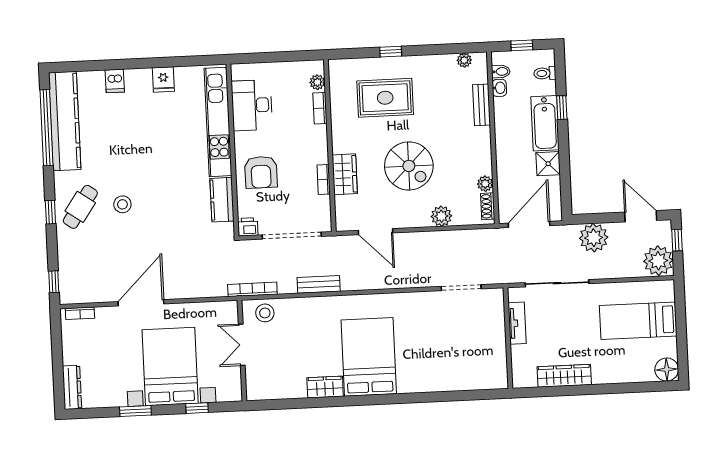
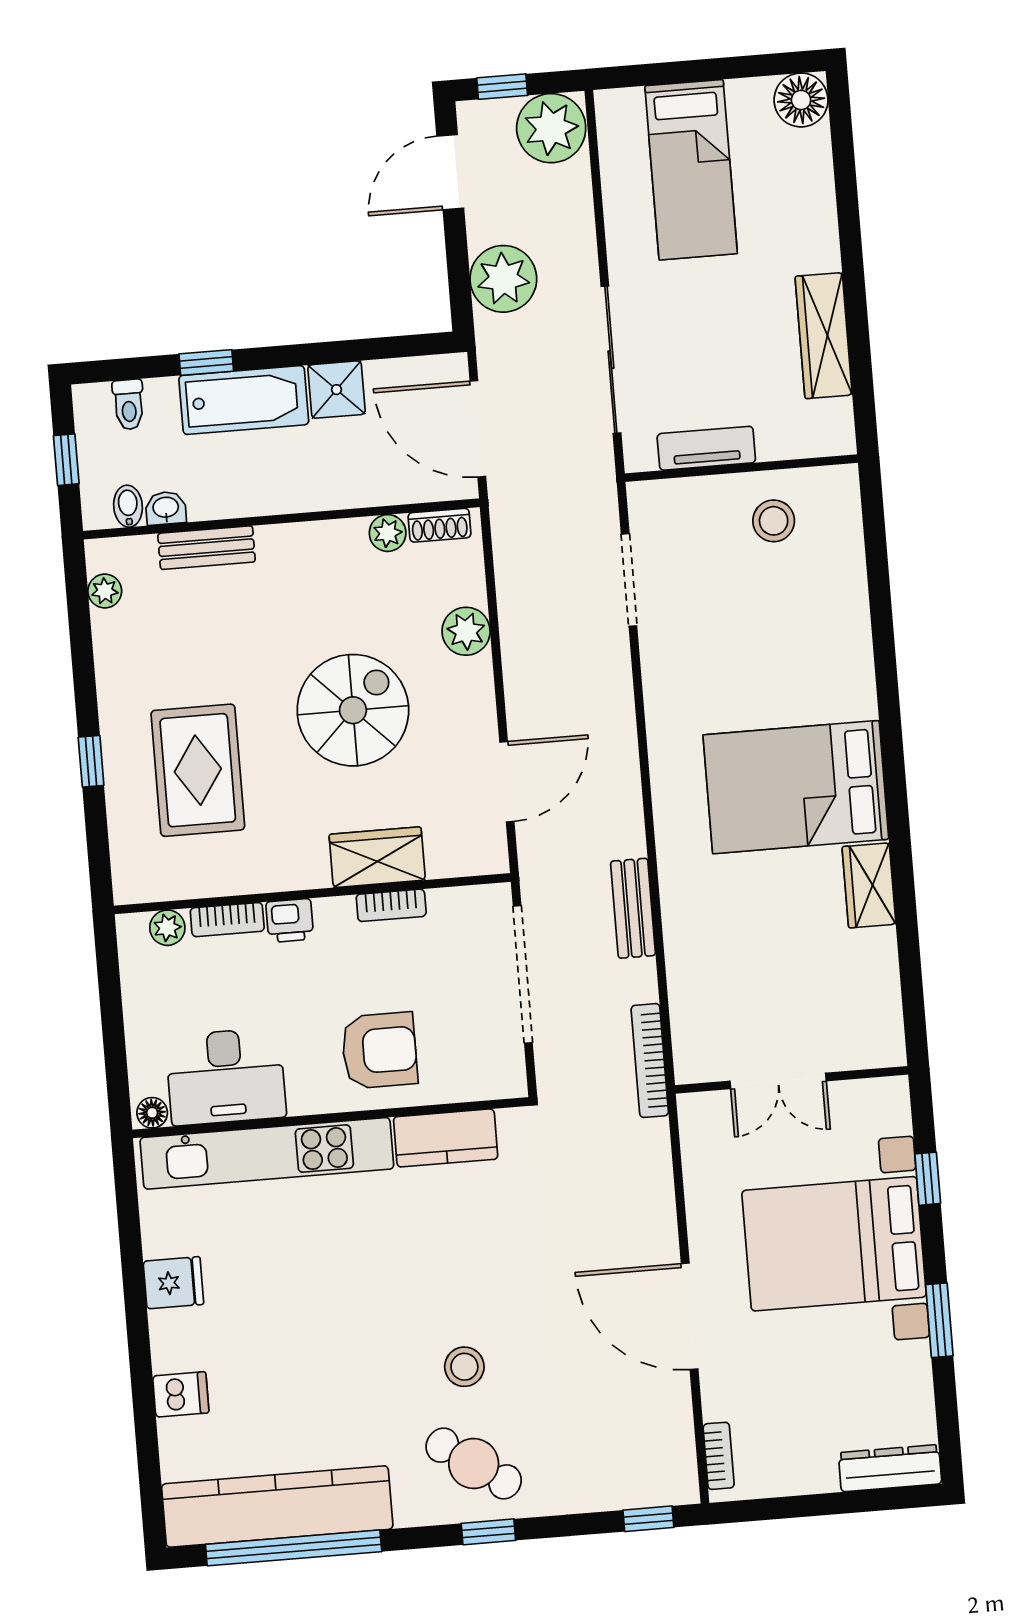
floor lamp: (237, 73) -> (152, 1113), added
printer: (248, 227) -> (290, 920), moved, turned -90
stool: (265, 313) -> (774, 521), moved

